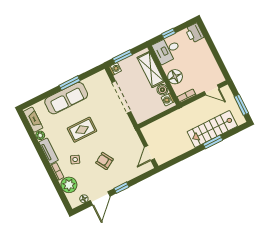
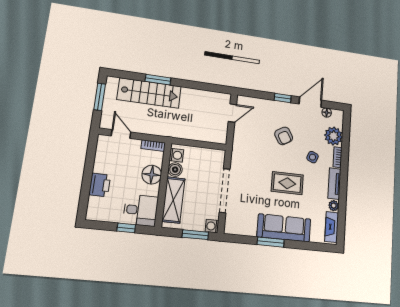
printer: (194, 33) -> (100, 185), moved

